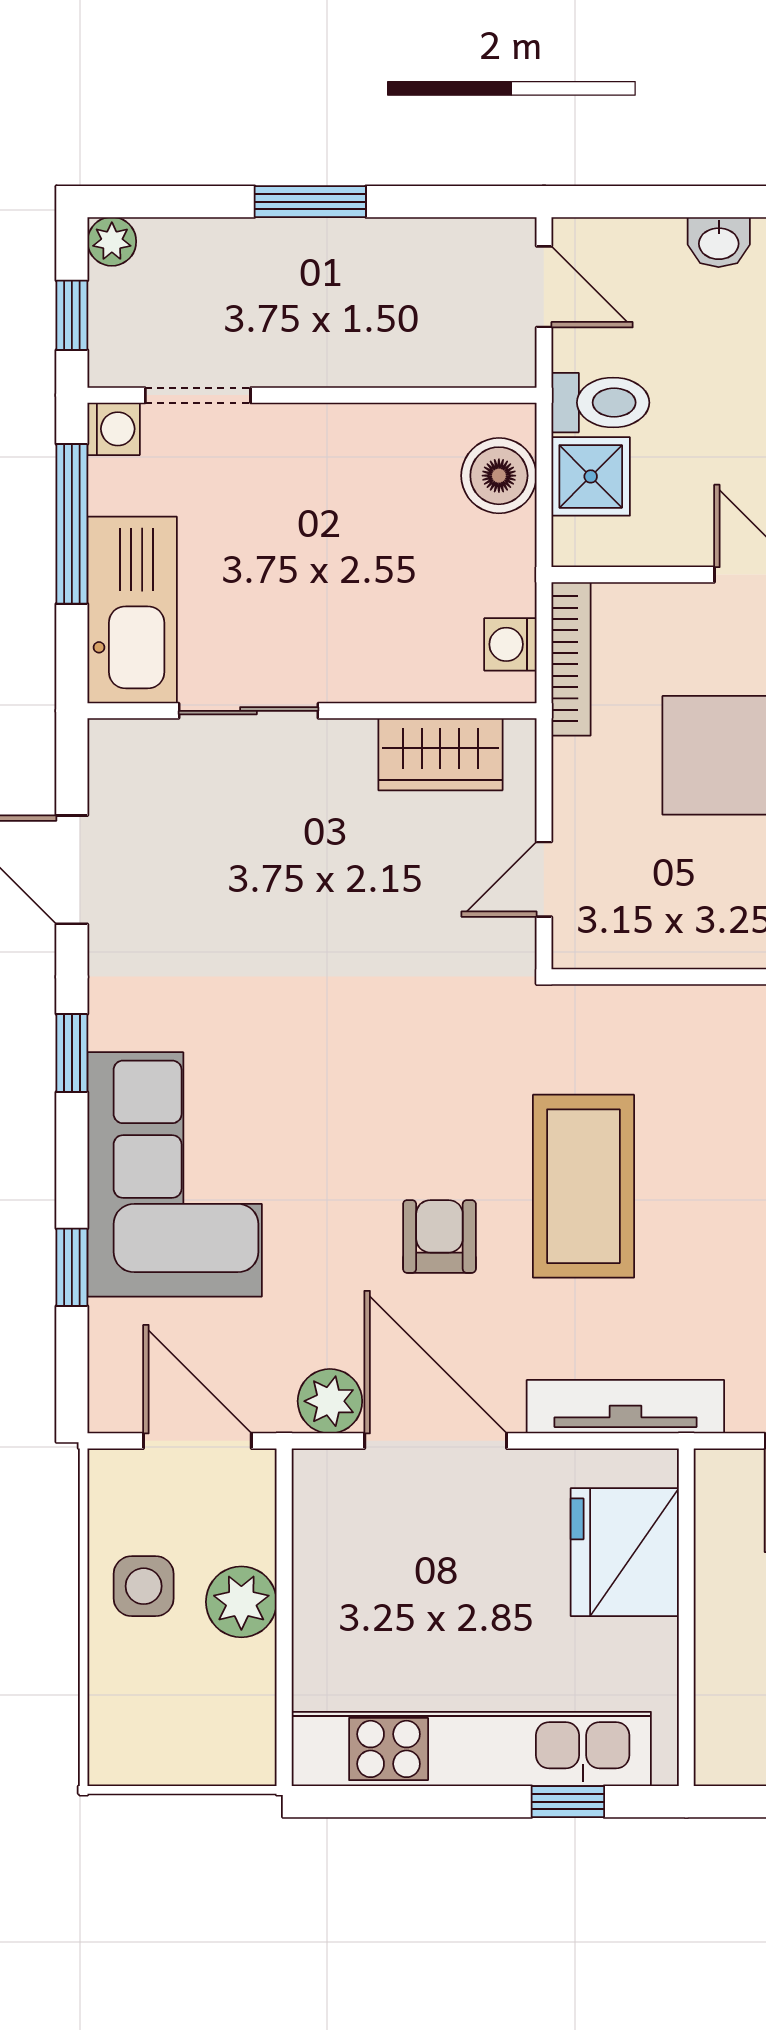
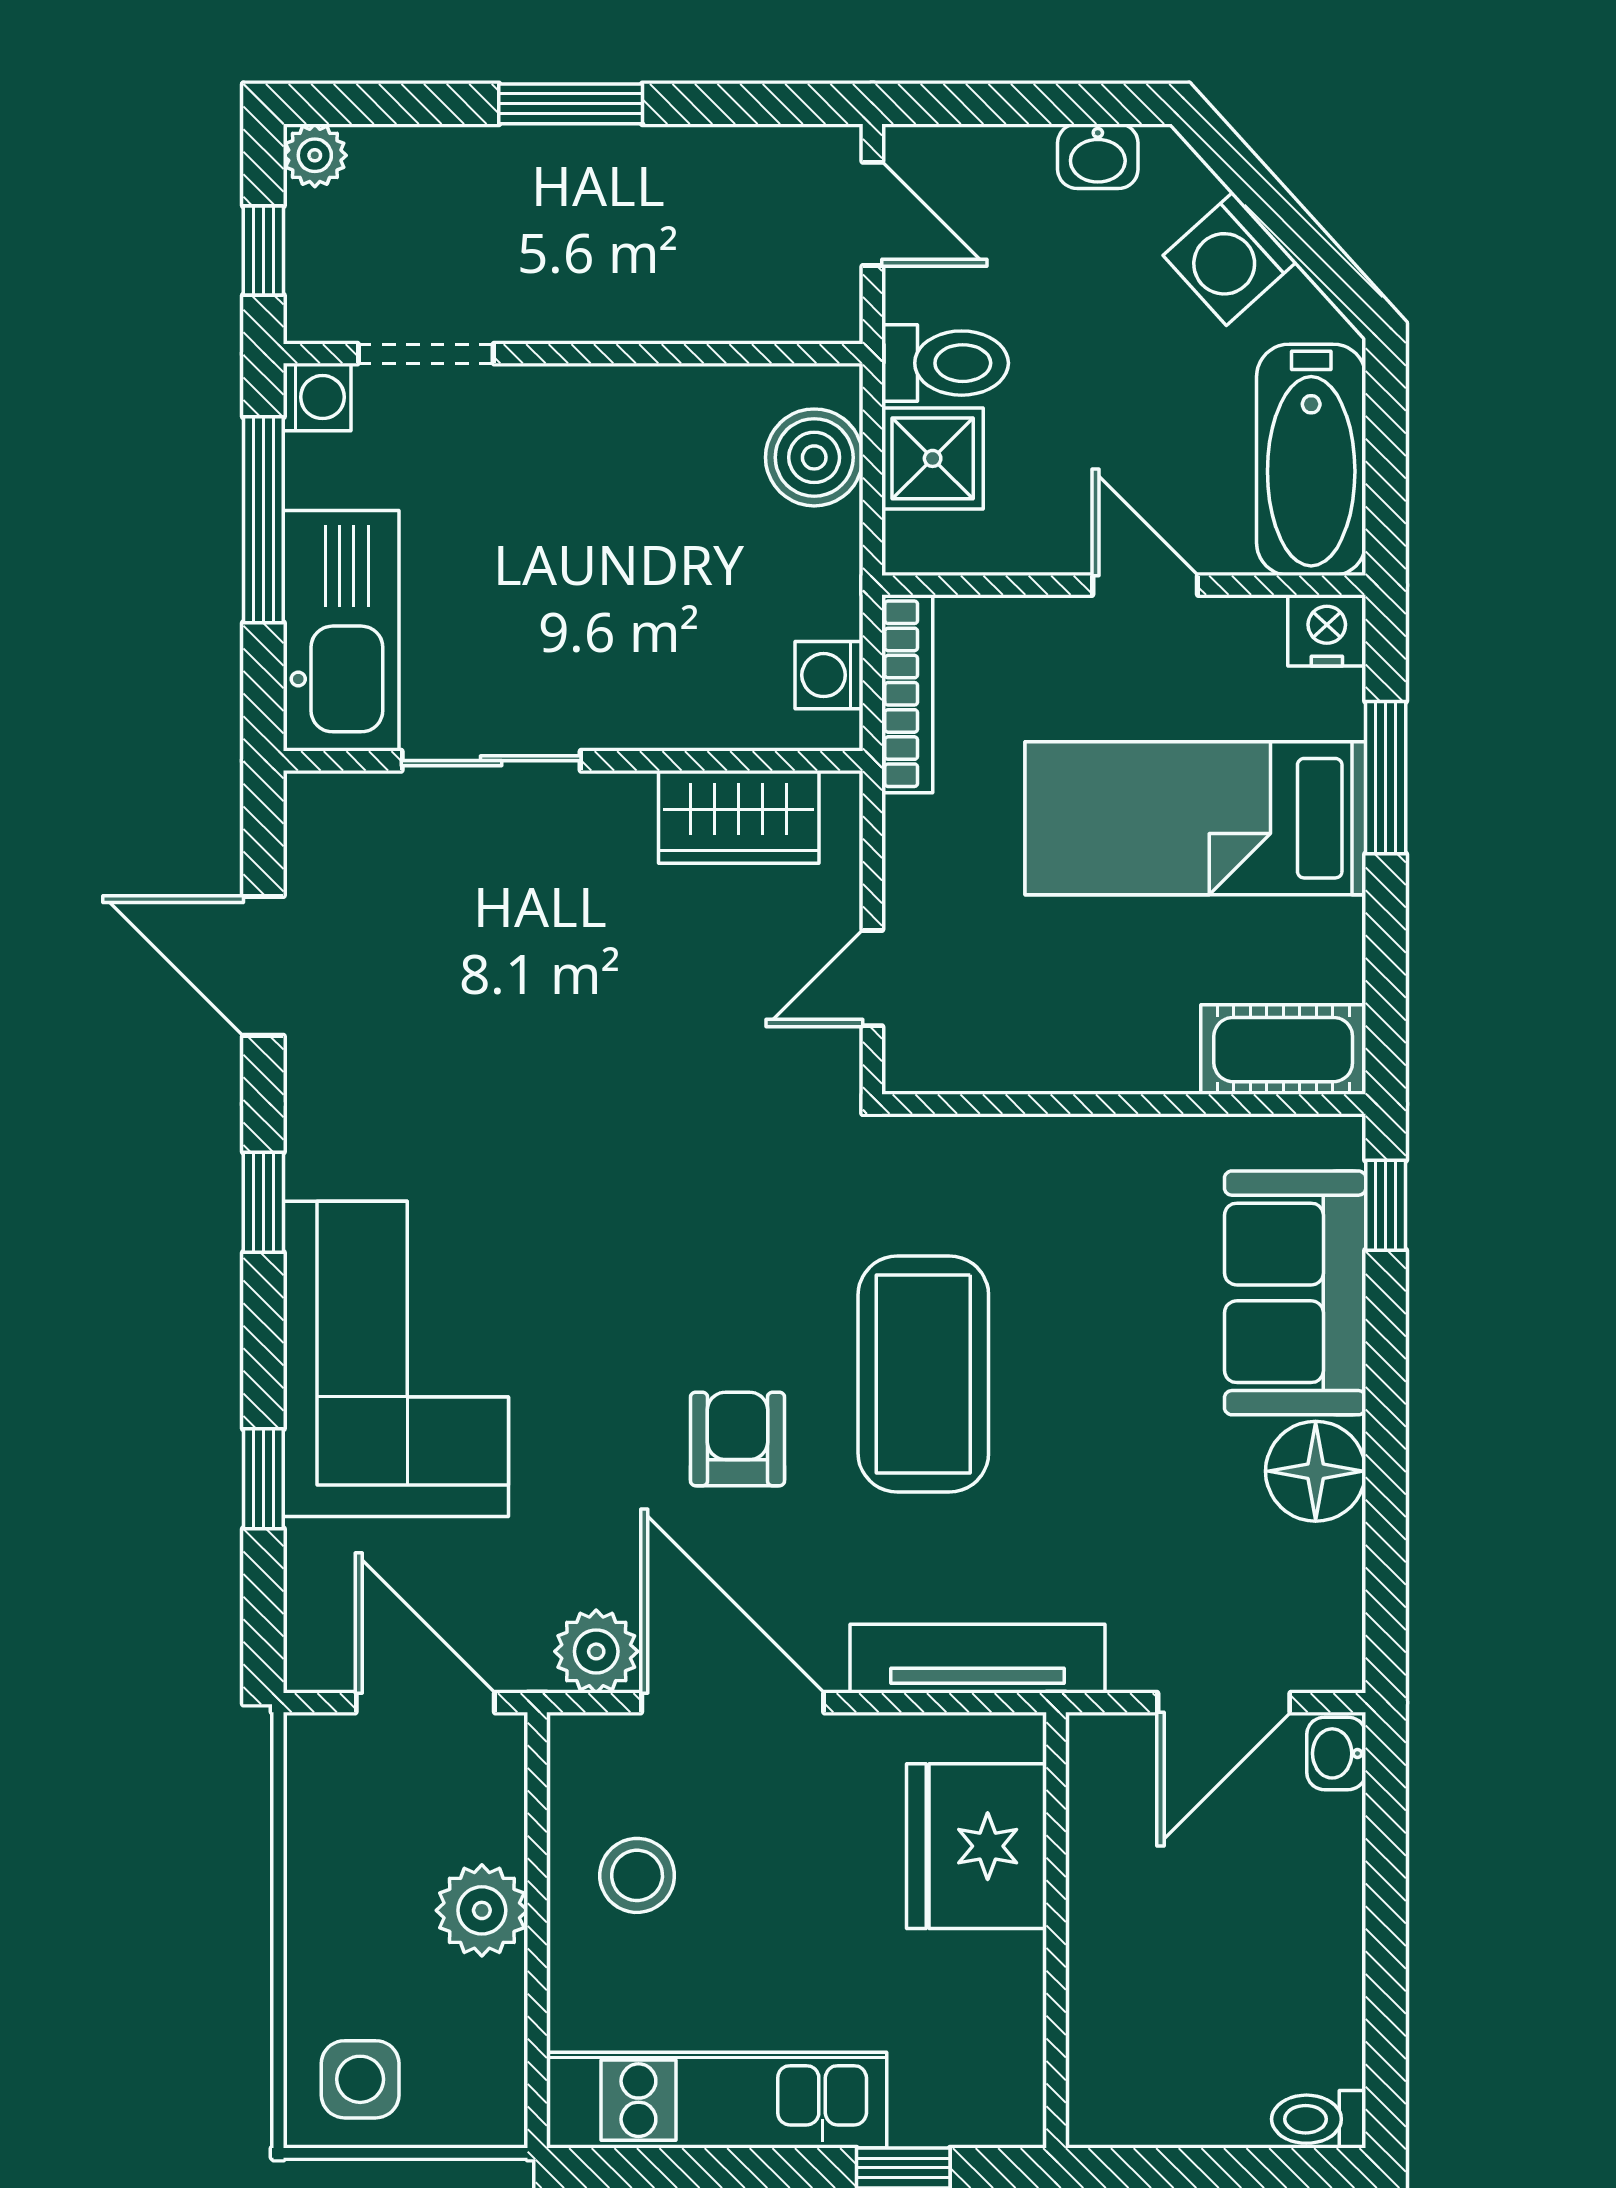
stool: (362, 1575) -> (637, 1875), added
side table: (144, 1586) -> (360, 2079), moved
kitchen unit: (471, 1749) -> (717, 2100), width x0.73

